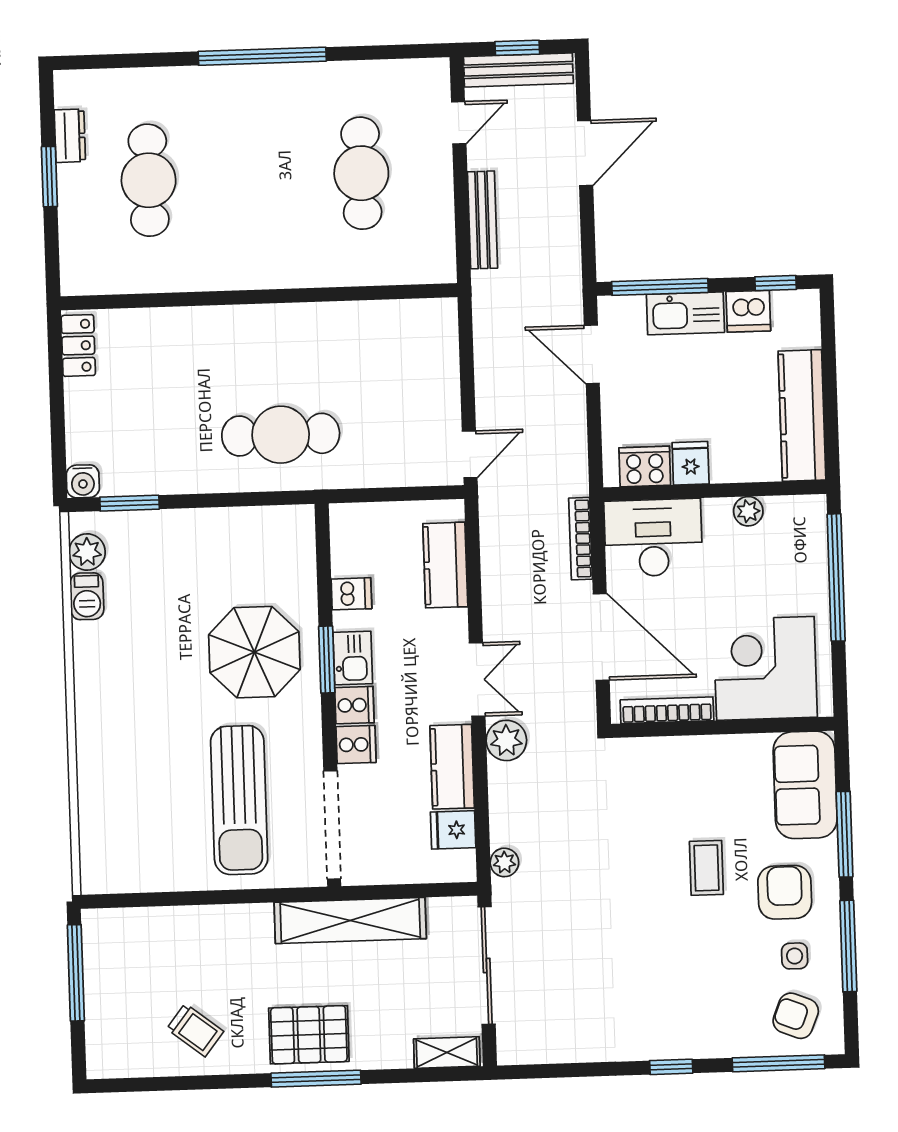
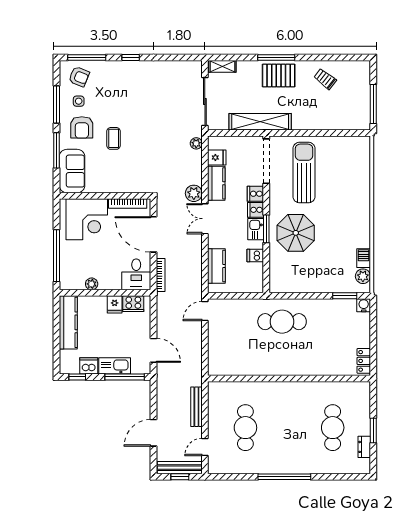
desk: (653, 538) -> (136, 274), width x0.73

